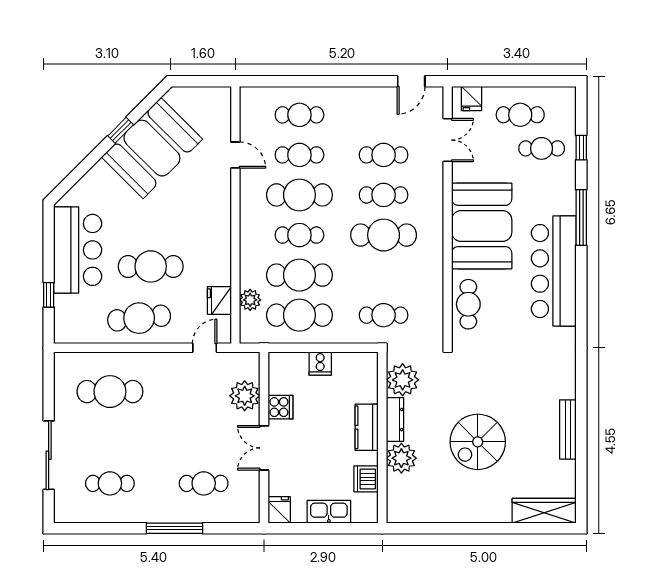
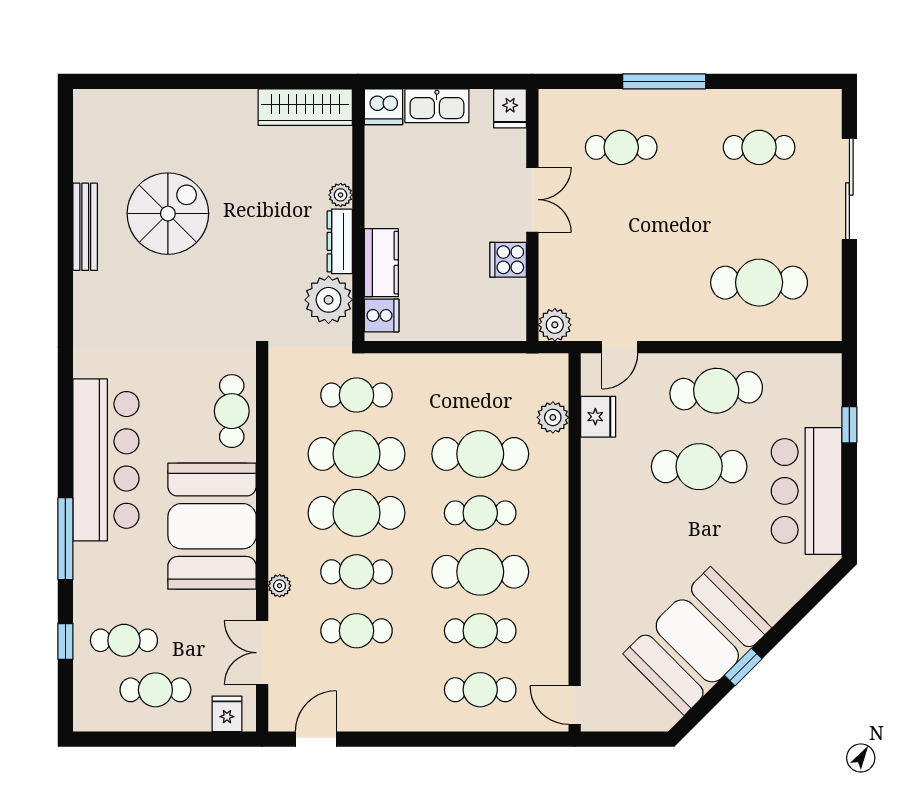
door: (235, 155) -> (575, 705), moved
plant: (436, 186) -> (280, 586), added
cafe table: (299, 315) -> (356, 454), moved
cooker: (320, 363) -> (382, 315), moved, turned 90
plant: (245, 396) -> (555, 325), moved, width x0.73, depth x0.73
kitchen counter: (367, 427) -> (381, 263), moved
spiral stairs: (478, 442) -> (168, 214), moved
plant: (401, 458) -> (341, 195), width x0.53, depth x0.53
dishwasher: (366, 479) -> (383, 107), moved, turned 90
wardrobe: (544, 511) -> (305, 107), moved

